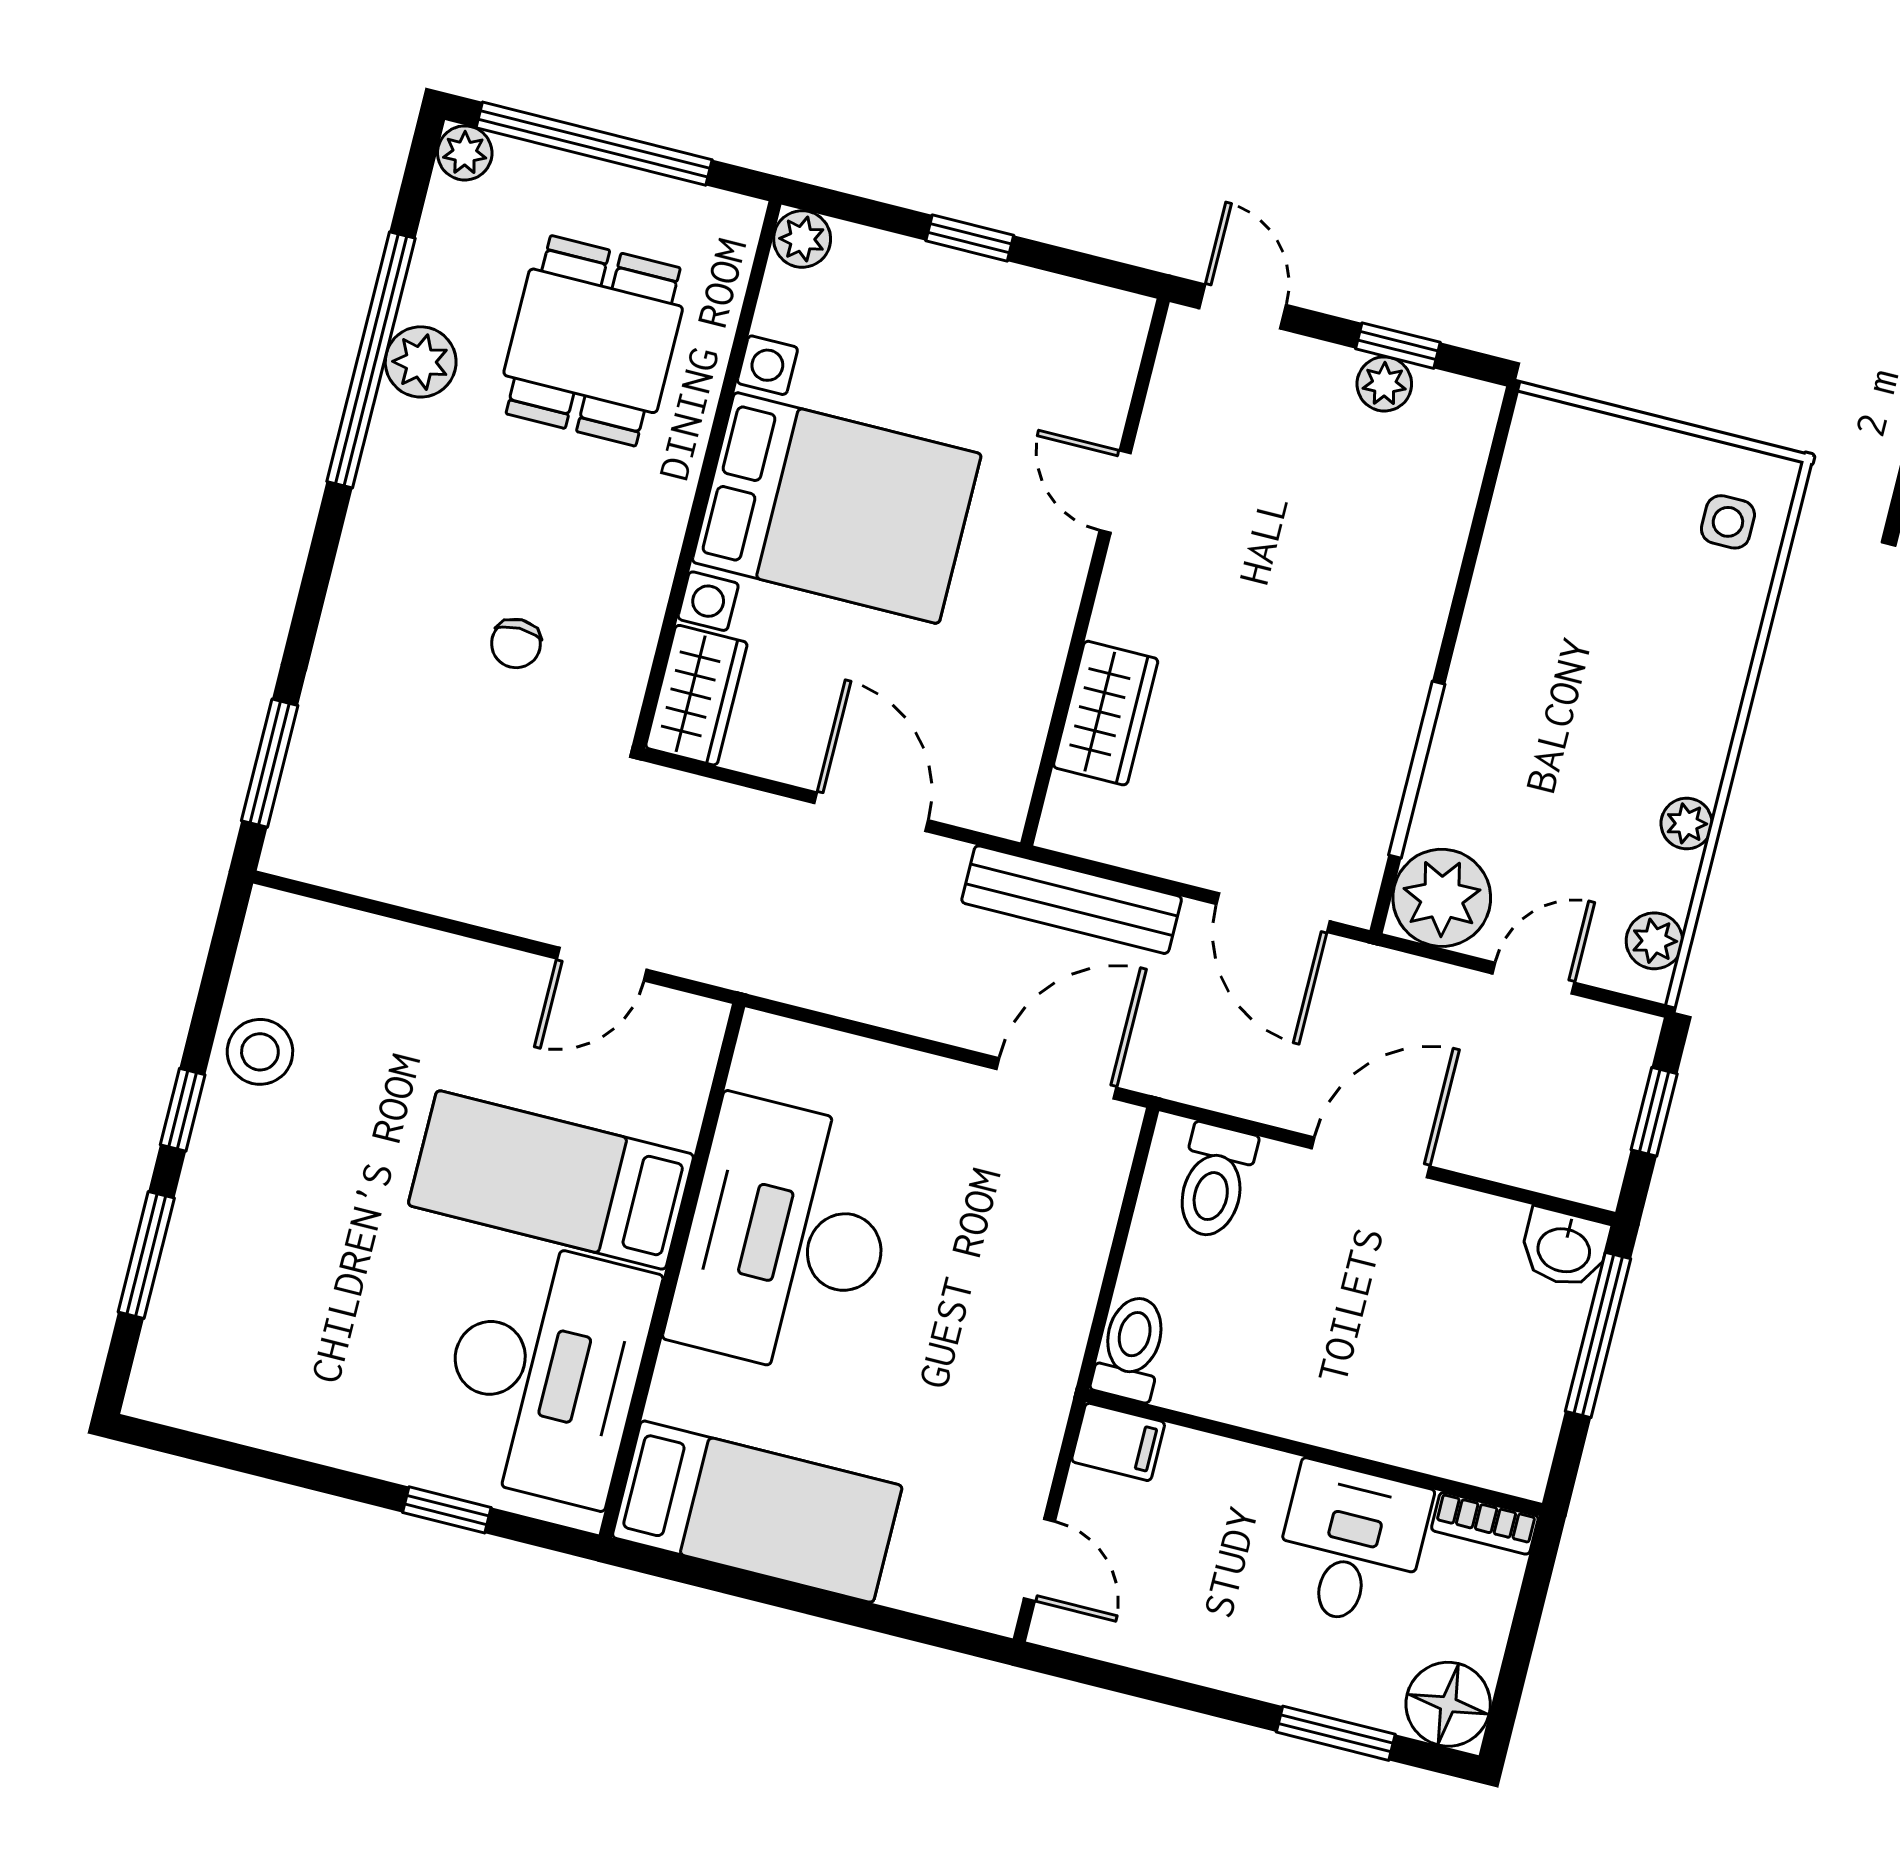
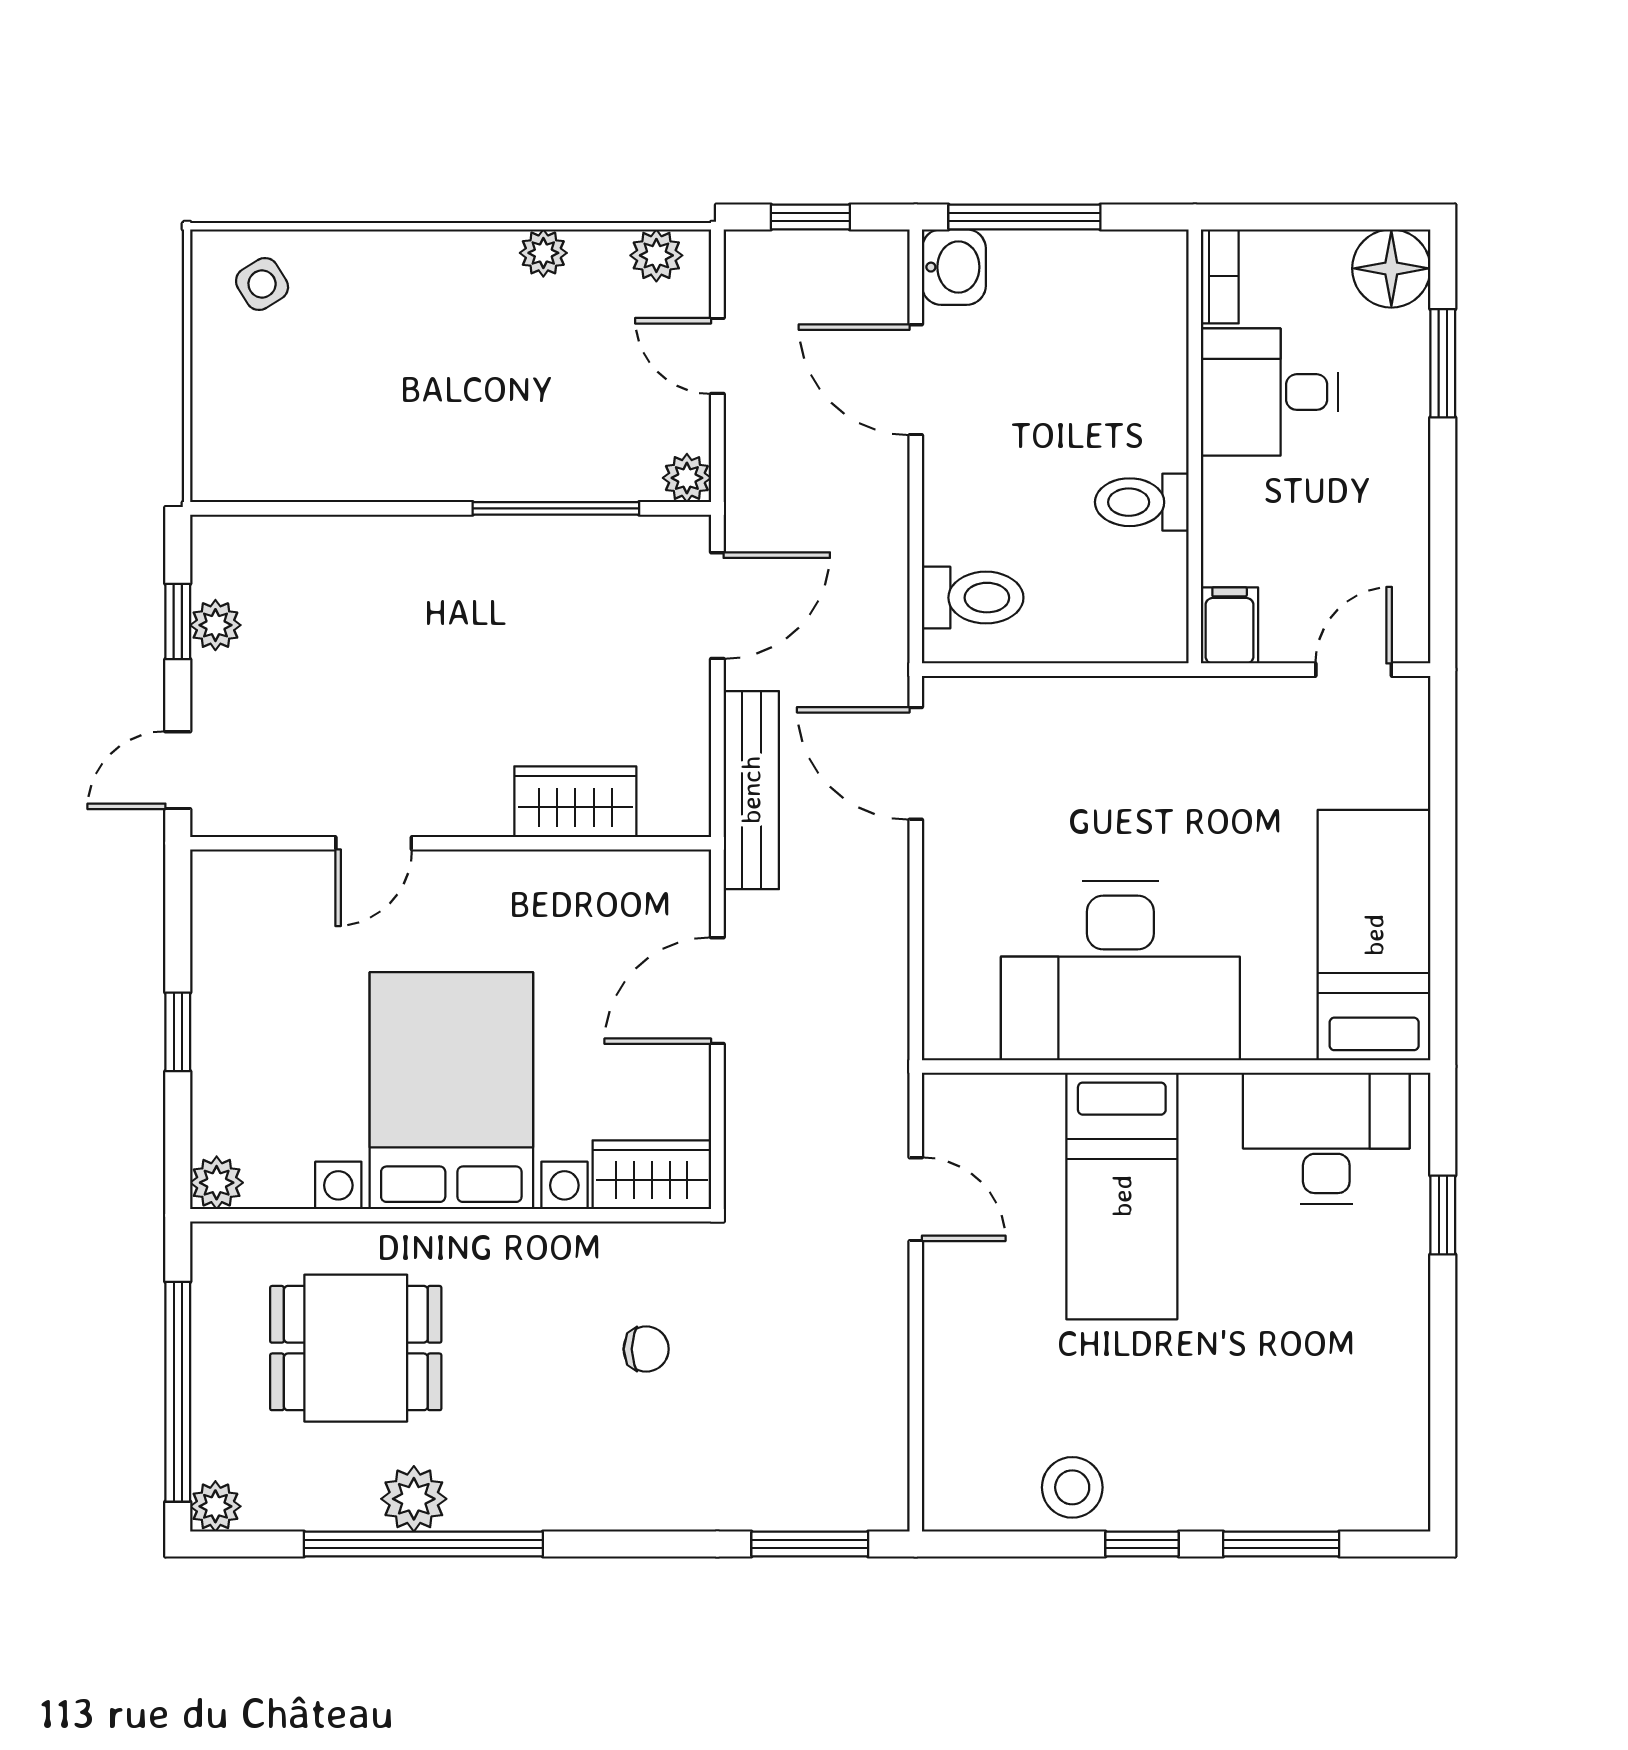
side table: (1728, 522) -> (262, 284), turned -32
plant: (1442, 898) -> (687, 478), width x0.53, depth x0.53
door: (1371, 1157) -> (916, 380), moved
toilet: (1131, 1348) -> (1142, 502), moved
desk: (545, 1372) -> (1326, 1138), width x0.73, depth x0.77

